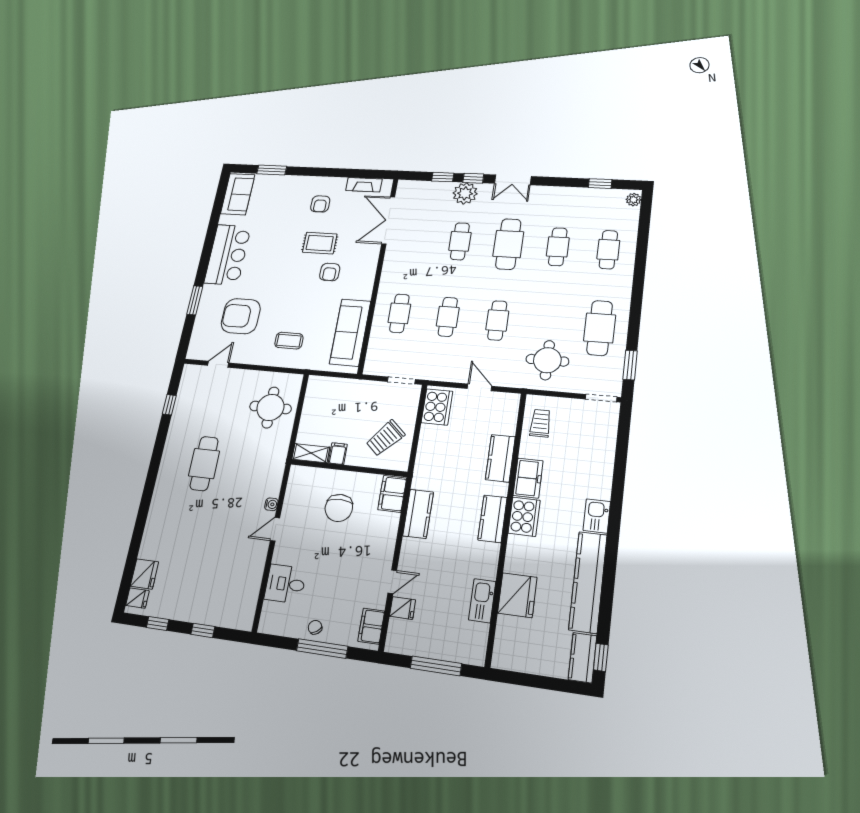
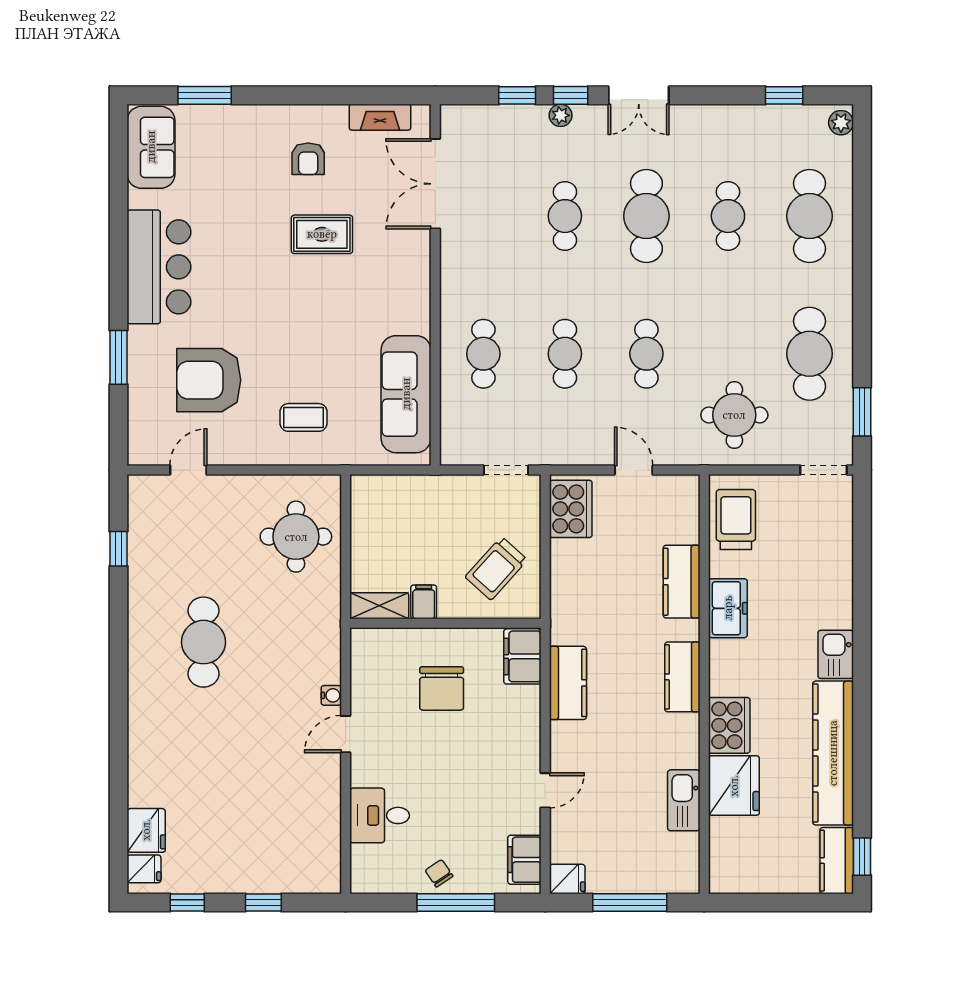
plant: (465, 193) -> (561, 115), width x0.53, depth x0.53
cafe table: (608, 250) -> (809, 216), width x1.37, depth x1.35
armchair: (330, 272) -> (350, 287), removed
trolley: (540, 423) -> (736, 520), width x1.36, depth x1.39
cooker: (524, 517) -> (729, 725), moved
fridge: (403, 608) -> (567, 879), moved

